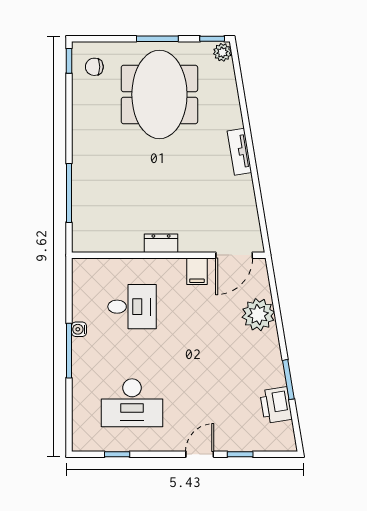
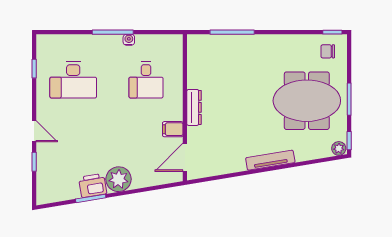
chair: (94, 67) -> (328, 51), turned -90
tv unit: (239, 152) -> (270, 160), width x1.41
dresser: (161, 243) -> (194, 107), width x1.44
door: (234, 255) -> (185, 157), hinge flipped
plant: (258, 315) -> (119, 179), moved
desk: (132, 403) -> (73, 80), turned -90
printer: (276, 405) -> (93, 185), moved

